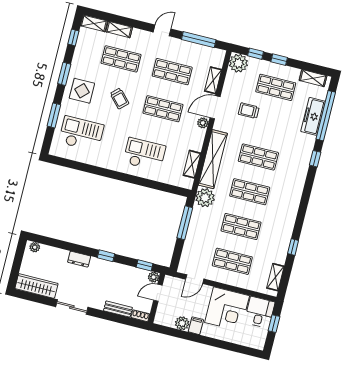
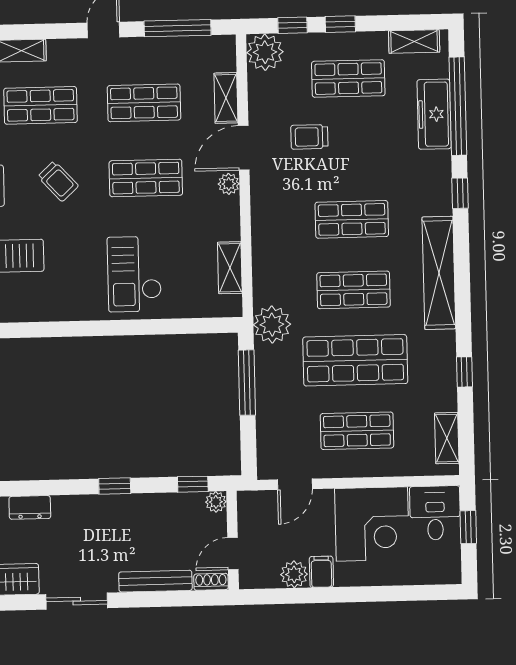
checkout: (144, 154) -> (134, 274), turned -90
shelving: (213, 159) -> (439, 273), moved
shop shelf: (241, 227) -> (355, 360), width x1.43, depth x1.36
dresser: (79, 259) -> (30, 507), moved
door: (158, 293) -> (233, 554), moved
bench: (118, 309) -> (155, 581), width x1.36

